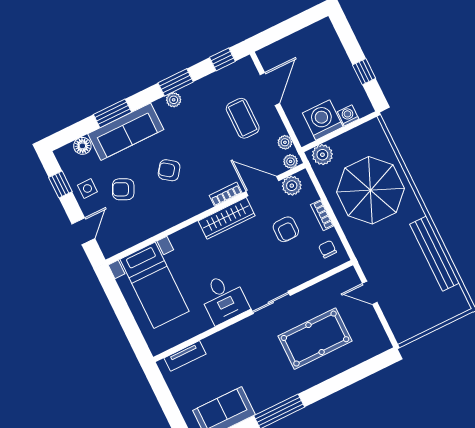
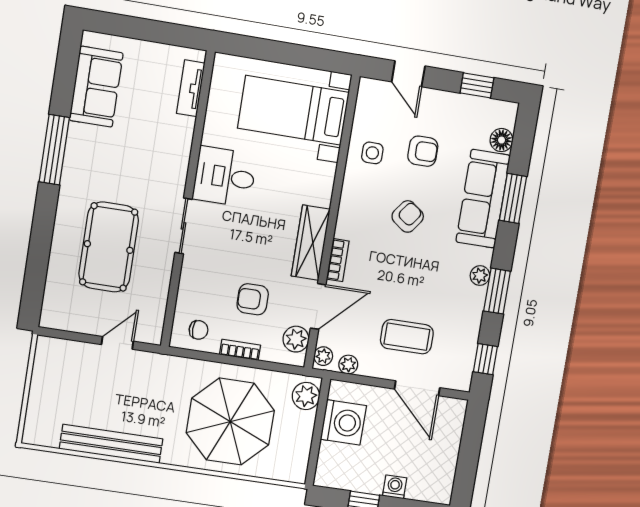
washing machine: (348, 115) -> (395, 487), moved, turned -90
side table: (87, 188) -> (372, 153), moved
armchair: (123, 189) -> (423, 151), turned 64

